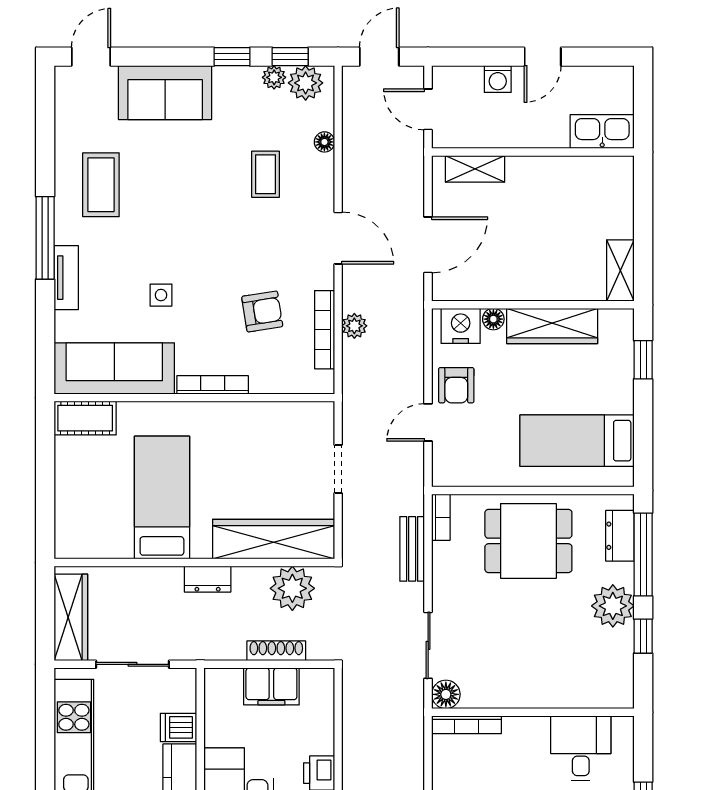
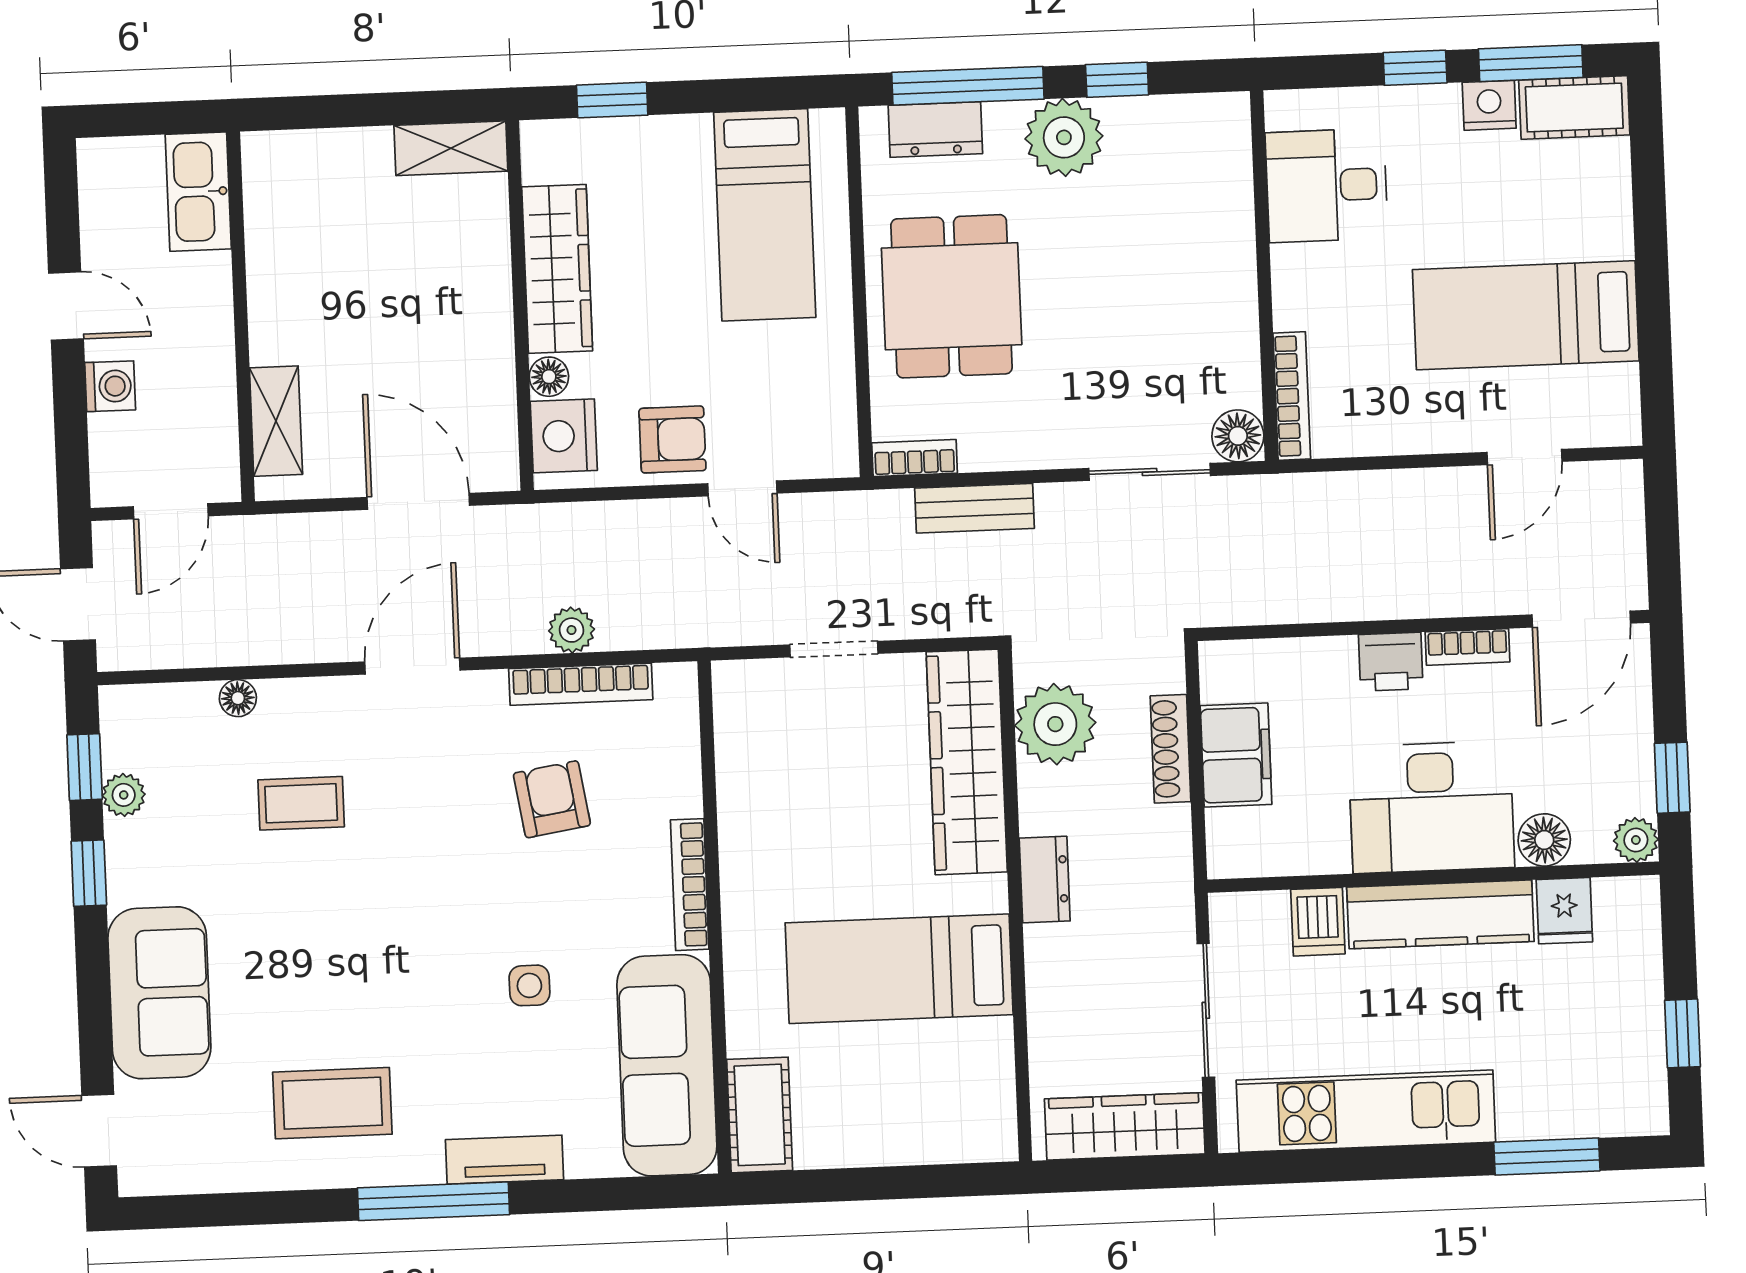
plant: (306, 83) -> (131, 737), removed

